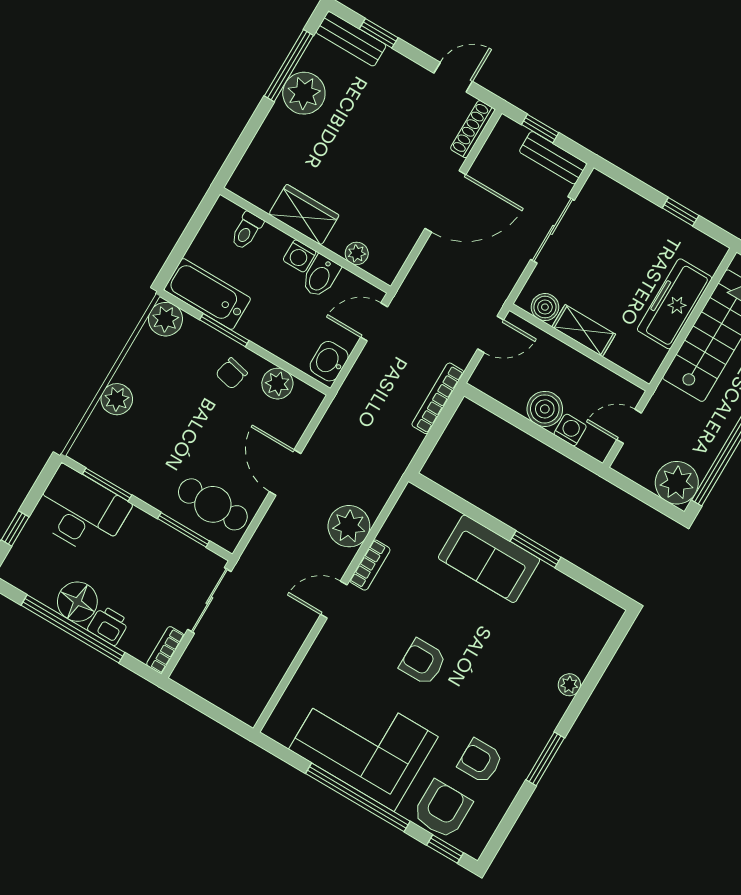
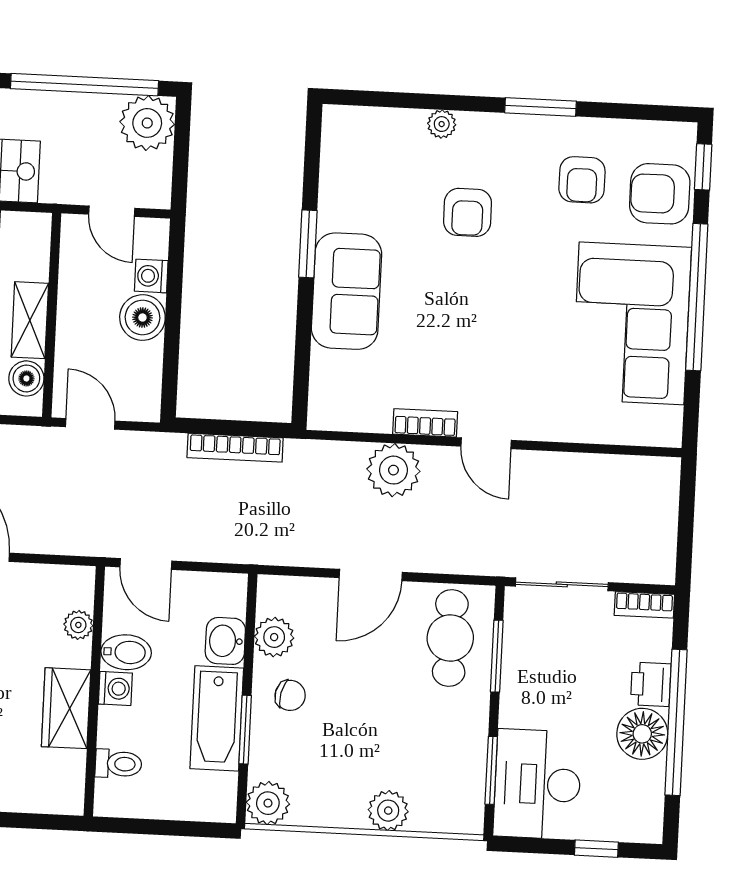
bathtub: (207, 294) -> (217, 718), moved
washbasin: (329, 361) -> (225, 641), moved, turned 90
bookcase: (438, 398) -> (235, 448), moved
armchair: (423, 662) -> (468, 212), moved

